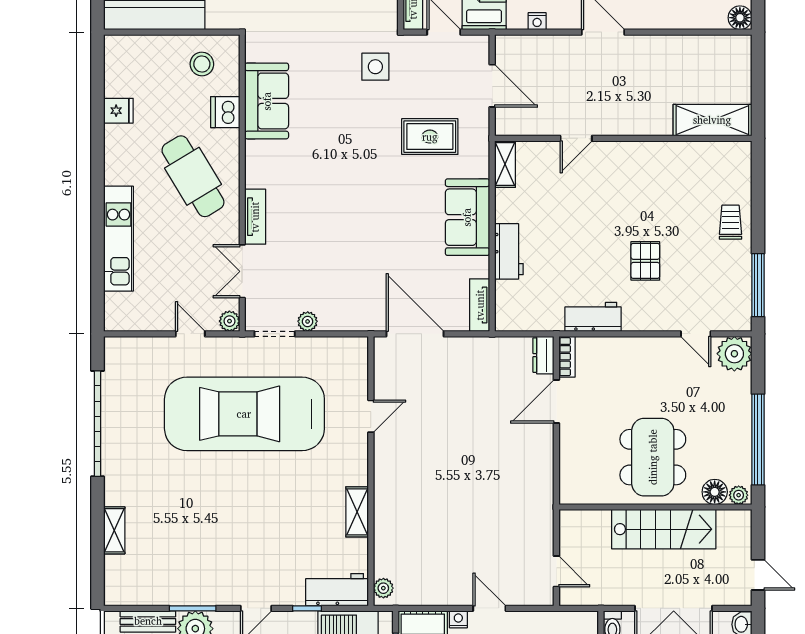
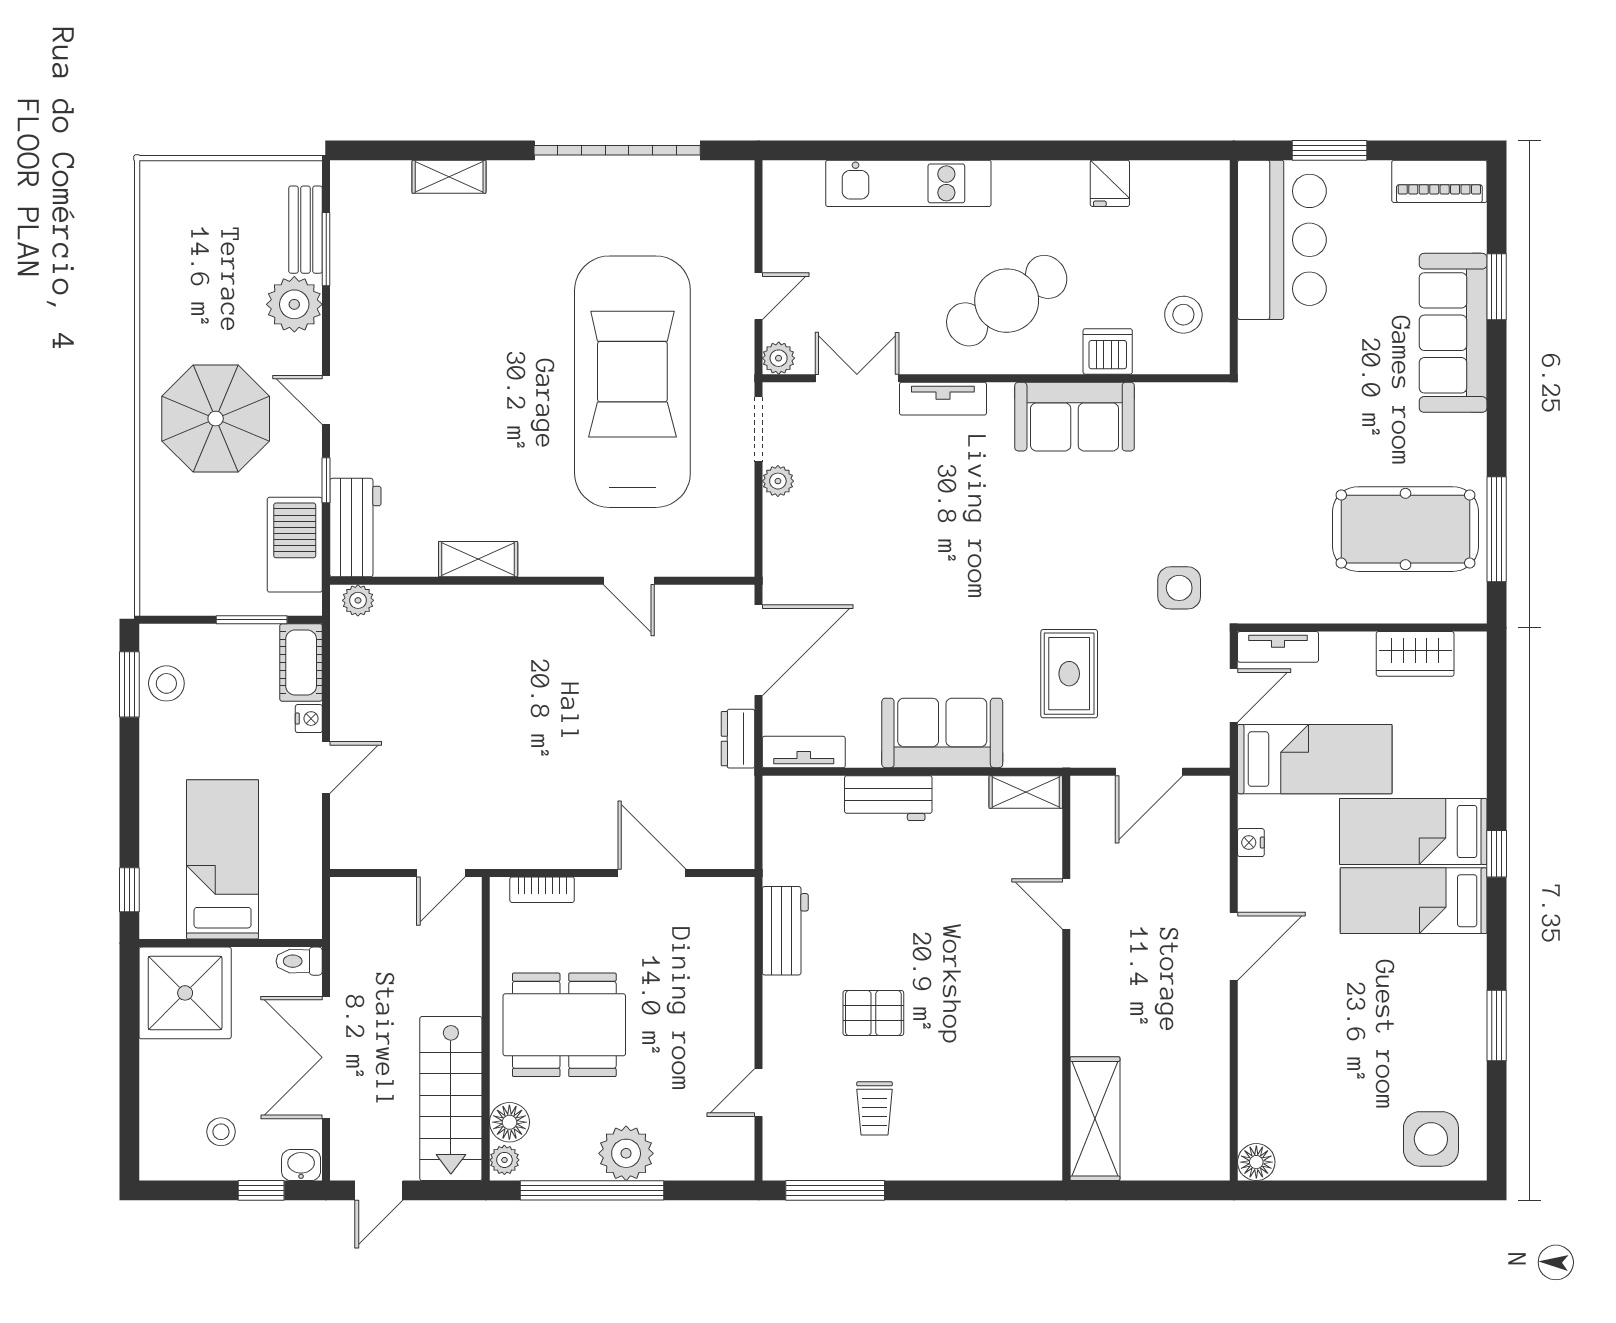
sofa: (267, 101) -> (1075, 417), moved
trolley: (730, 222) -> (875, 1108), moved, turned 90
plant: (734, 354) -> (626, 1153), moved
dresser: (543, 355) -> (738, 739), moved, turned -90
bookcase: (567, 357) -> (542, 890), moved
stairs: (664, 529) -> (451, 1099), moved
door: (556, 571) -> (441, 873), moved
window: (193, 608) -> (326, 249), moved

